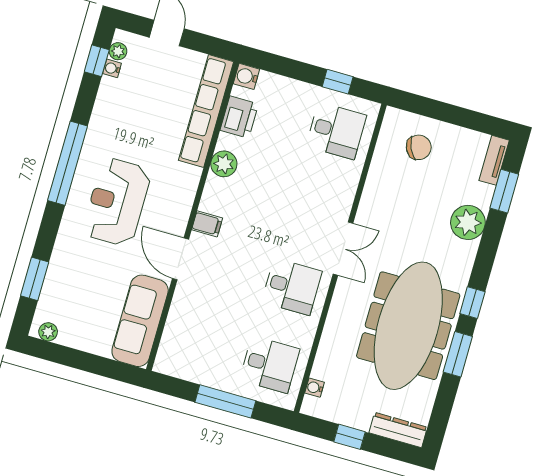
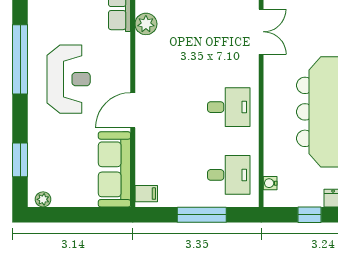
reception desk: (117, 202) -> (69, 79), turned 180
filing cabinet: (207, 224) -> (146, 194), moved
double door: (343, 249) -> (261, 32), moved
door: (180, 259) -> (133, 110), hinge flipped

